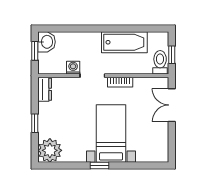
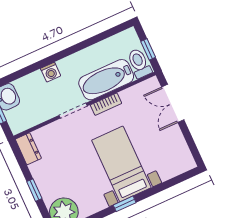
bathtub: (124, 42) -> (106, 80), moved, turned 180
washing machine: (73, 68) -> (51, 72), moved, turned 180

